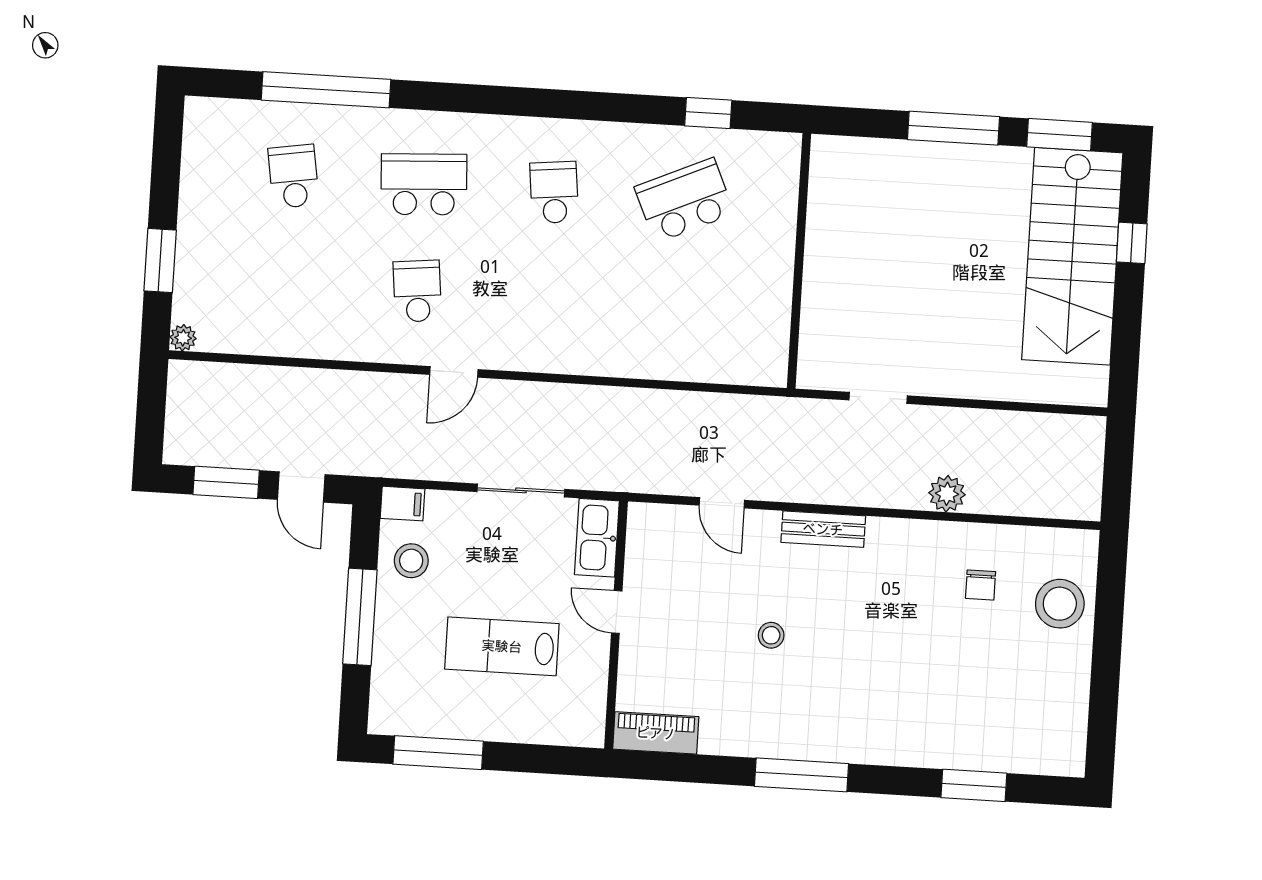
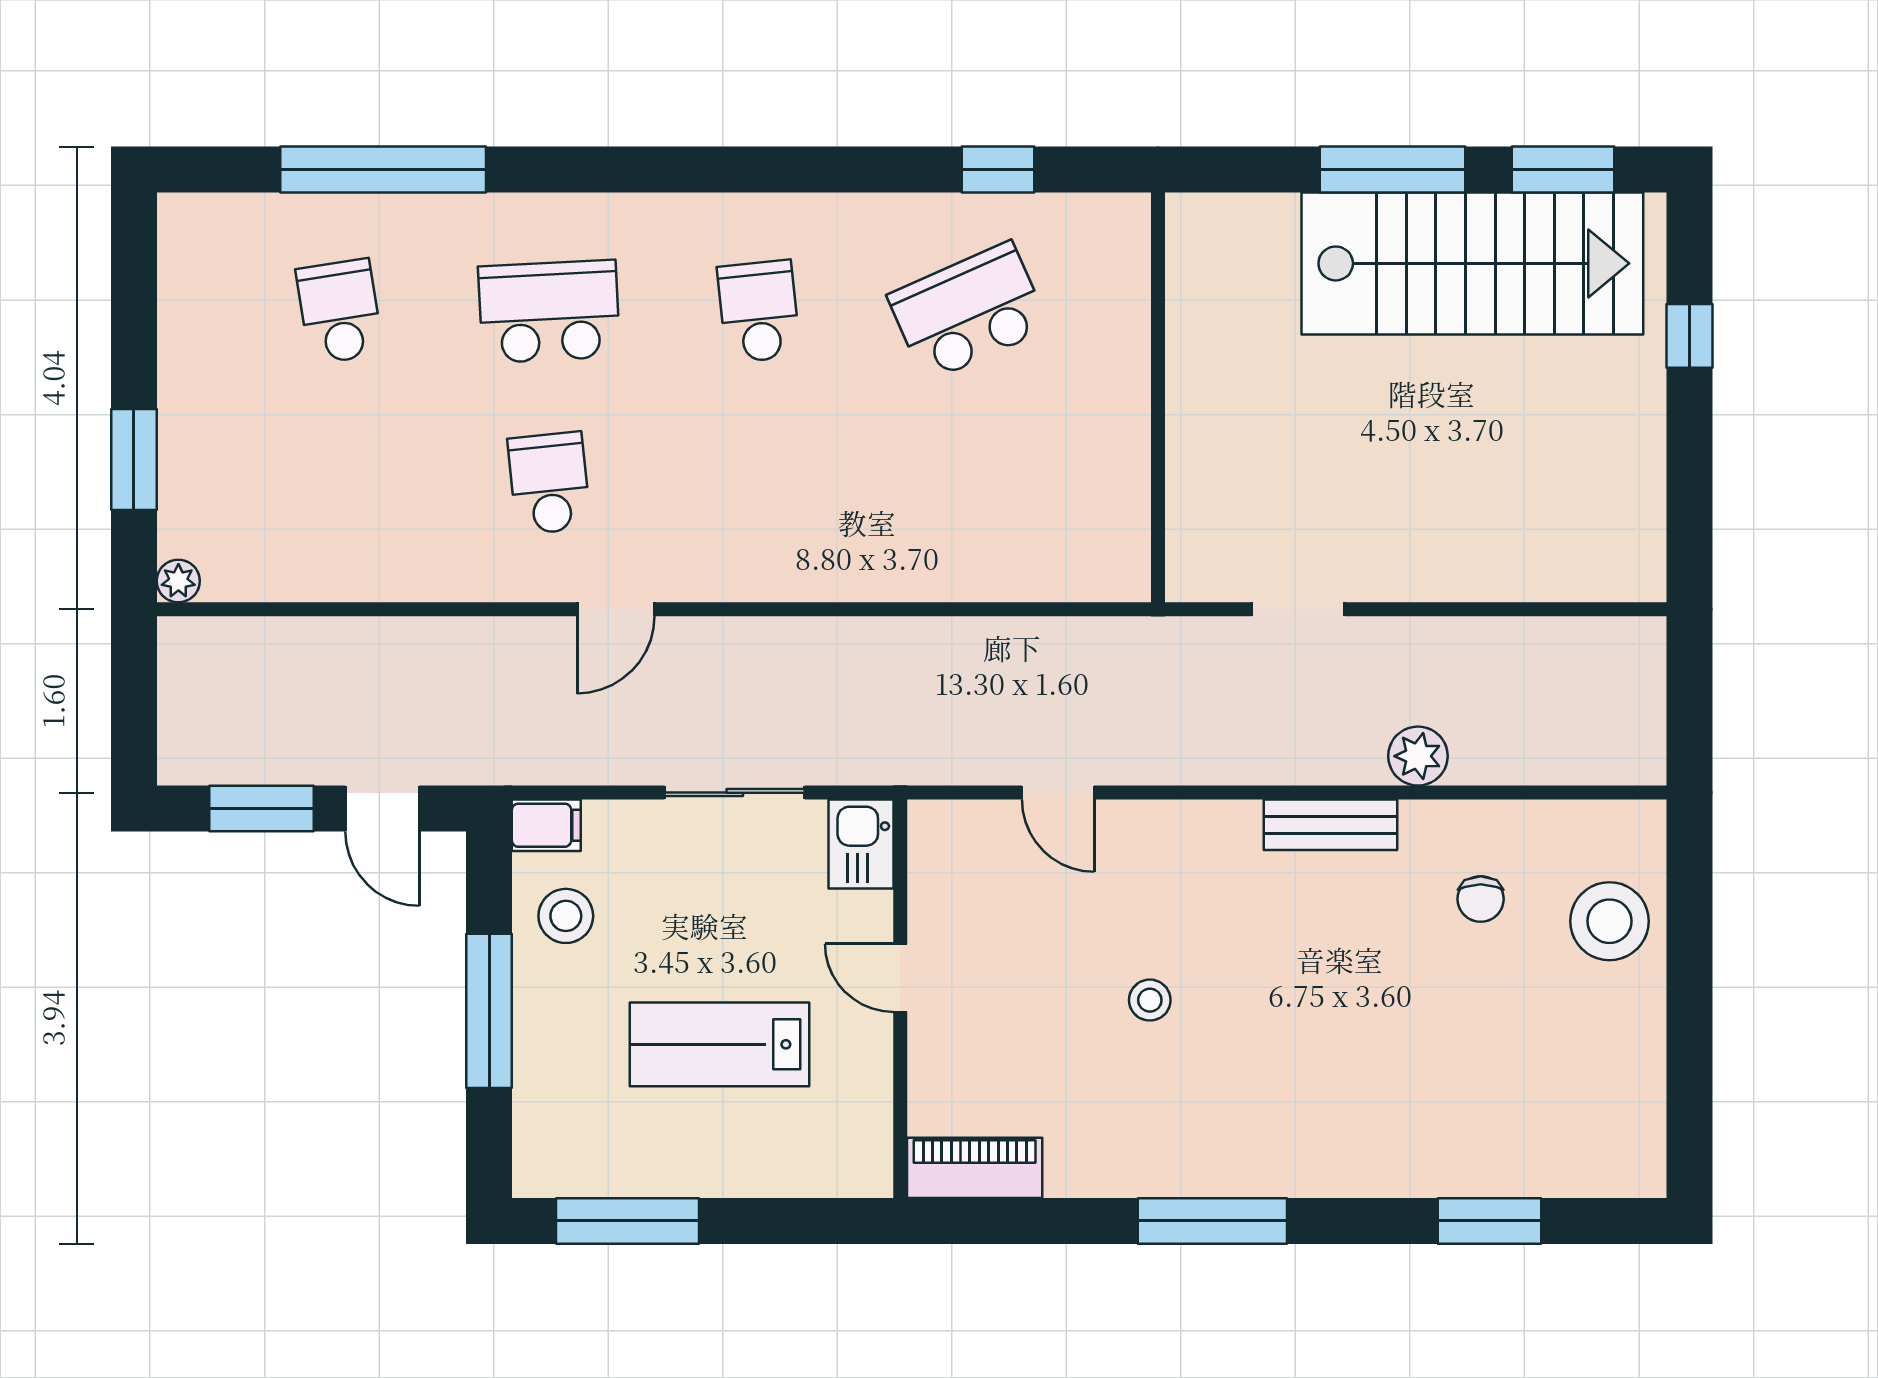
stairs: (1072, 256) -> (1472, 263), moved, turned -90
bench: (823, 529) -> (1330, 825), moved
kitchen sink: (597, 538) -> (861, 844), width x0.73

